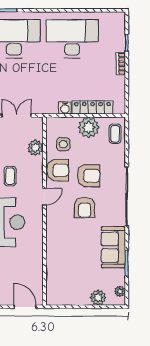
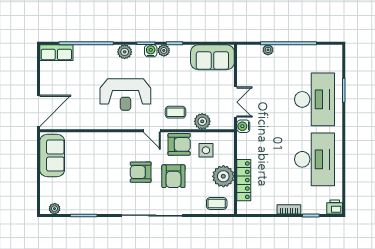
printer: (118, 19) -> (335, 207), added
water cooler: (65, 108) -> (243, 126), moved
armchair: (58, 170) -> (179, 144), turned -90
coffee table: (10, 176) -> (175, 112), moved
sofa: (113, 247) -> (52, 155), moved, turned 90
plant: (98, 298) -> (48, 186), removed
door: (25, 307) -> (38, 111), width x1.36

